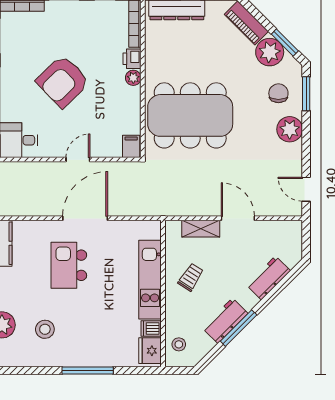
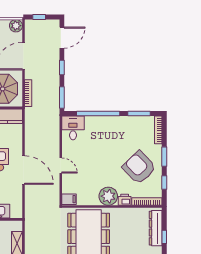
plant: (133, 78) -> (108, 196), width x1.88, depth x1.88
armchair: (63, 81) -> (139, 168), moved

